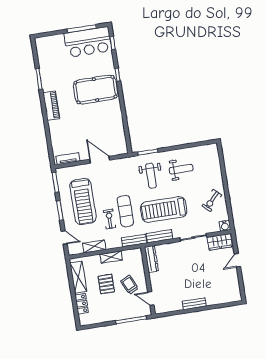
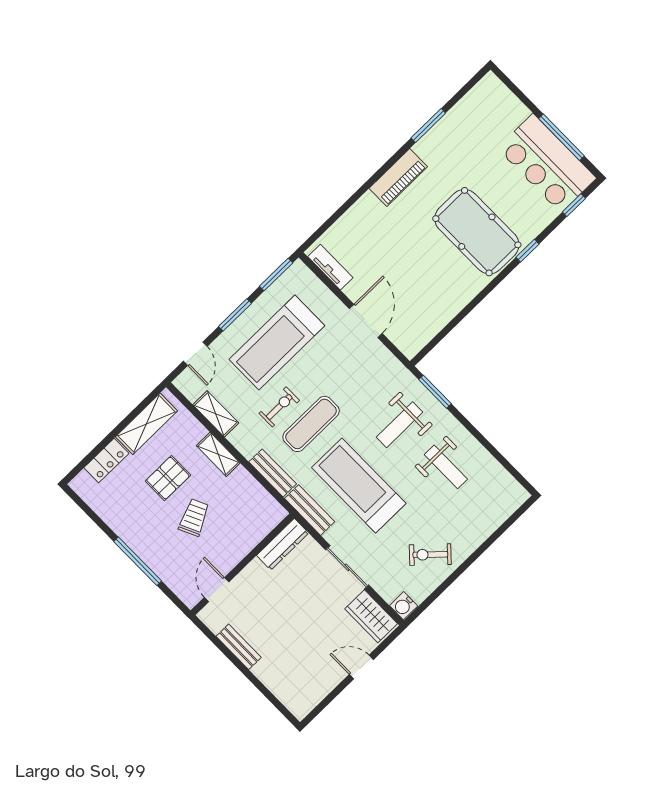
dresser: (151, 259) -> (283, 544), moved
wall: (148, 281) -> (242, 564), moved
door: (151, 299) -> (217, 590), moved

